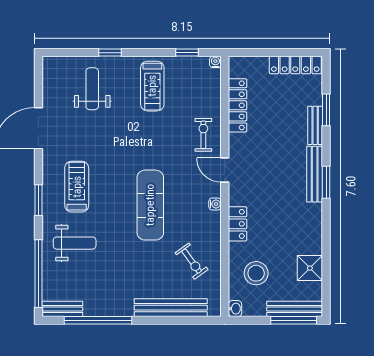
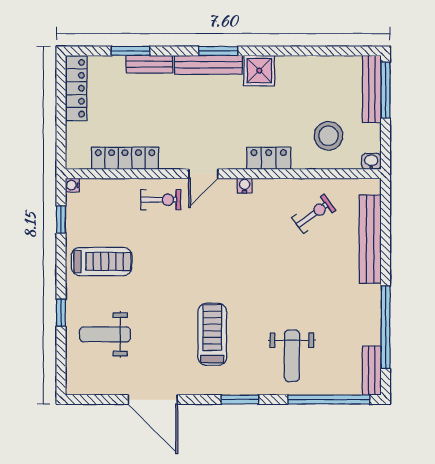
exercise bike: (203, 135) -> (161, 200), turned 180
treadmill: (77, 187) -> (212, 334), moved, turned 90
exercise mat: (150, 205) -> (246, 264), removed
weight bench: (75, 243) -> (292, 356), turned 180
shower: (310, 268) -> (259, 71), moved

